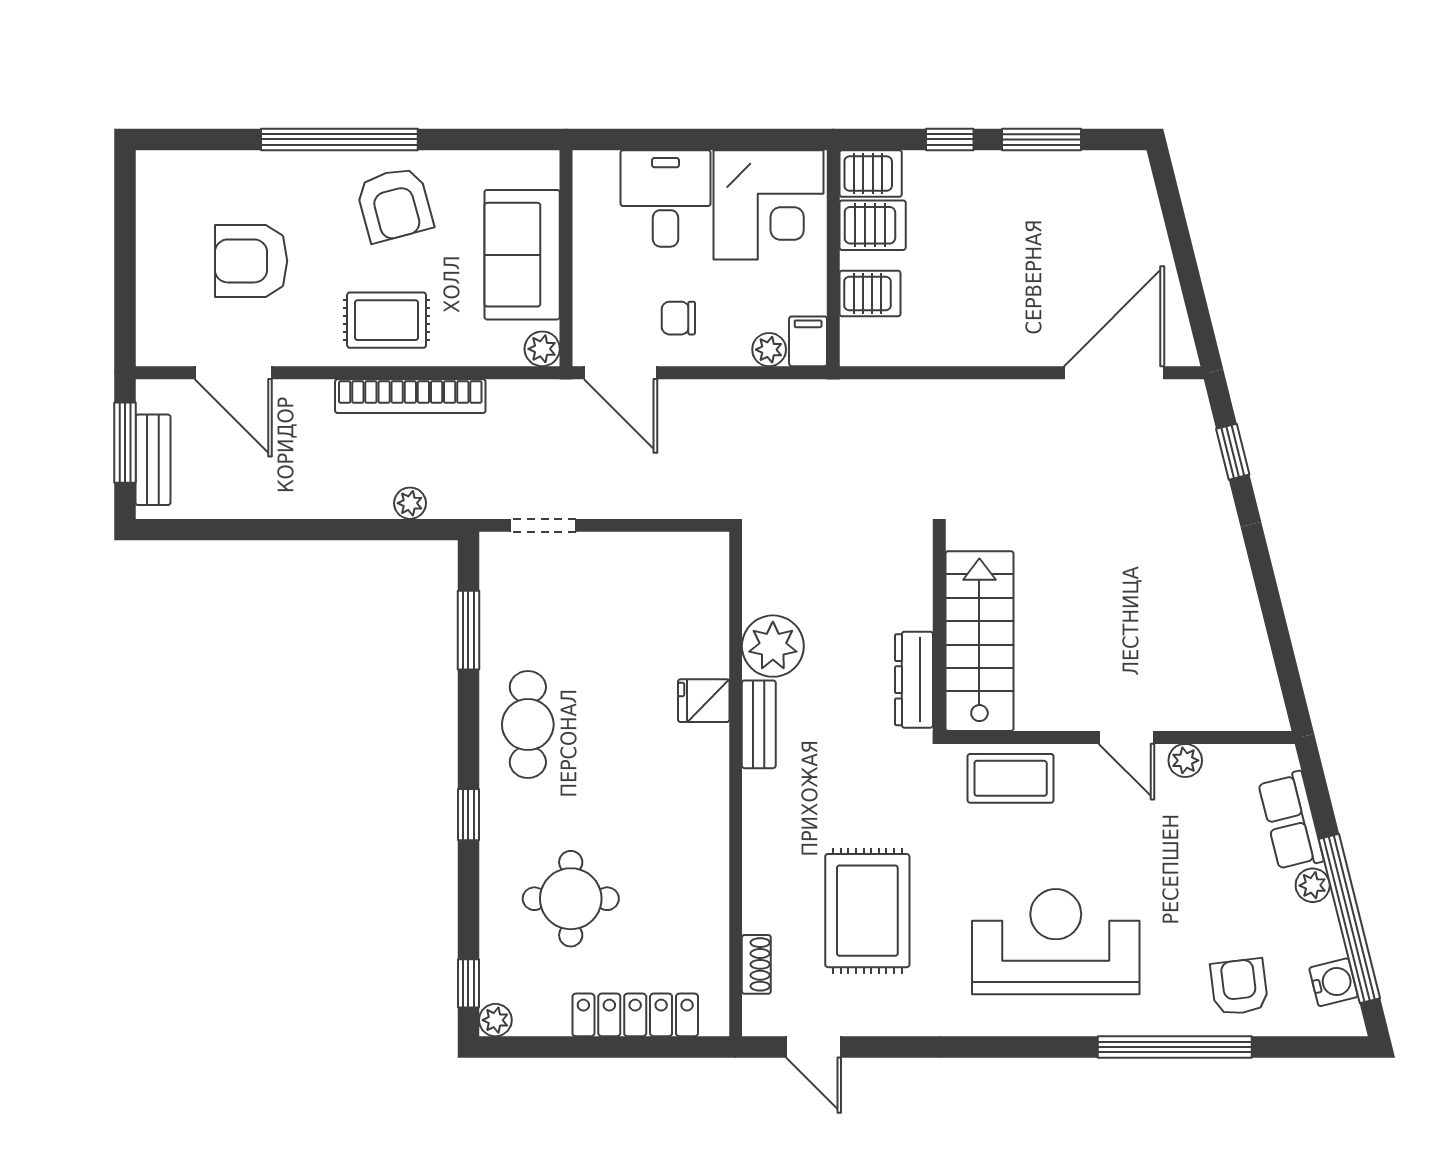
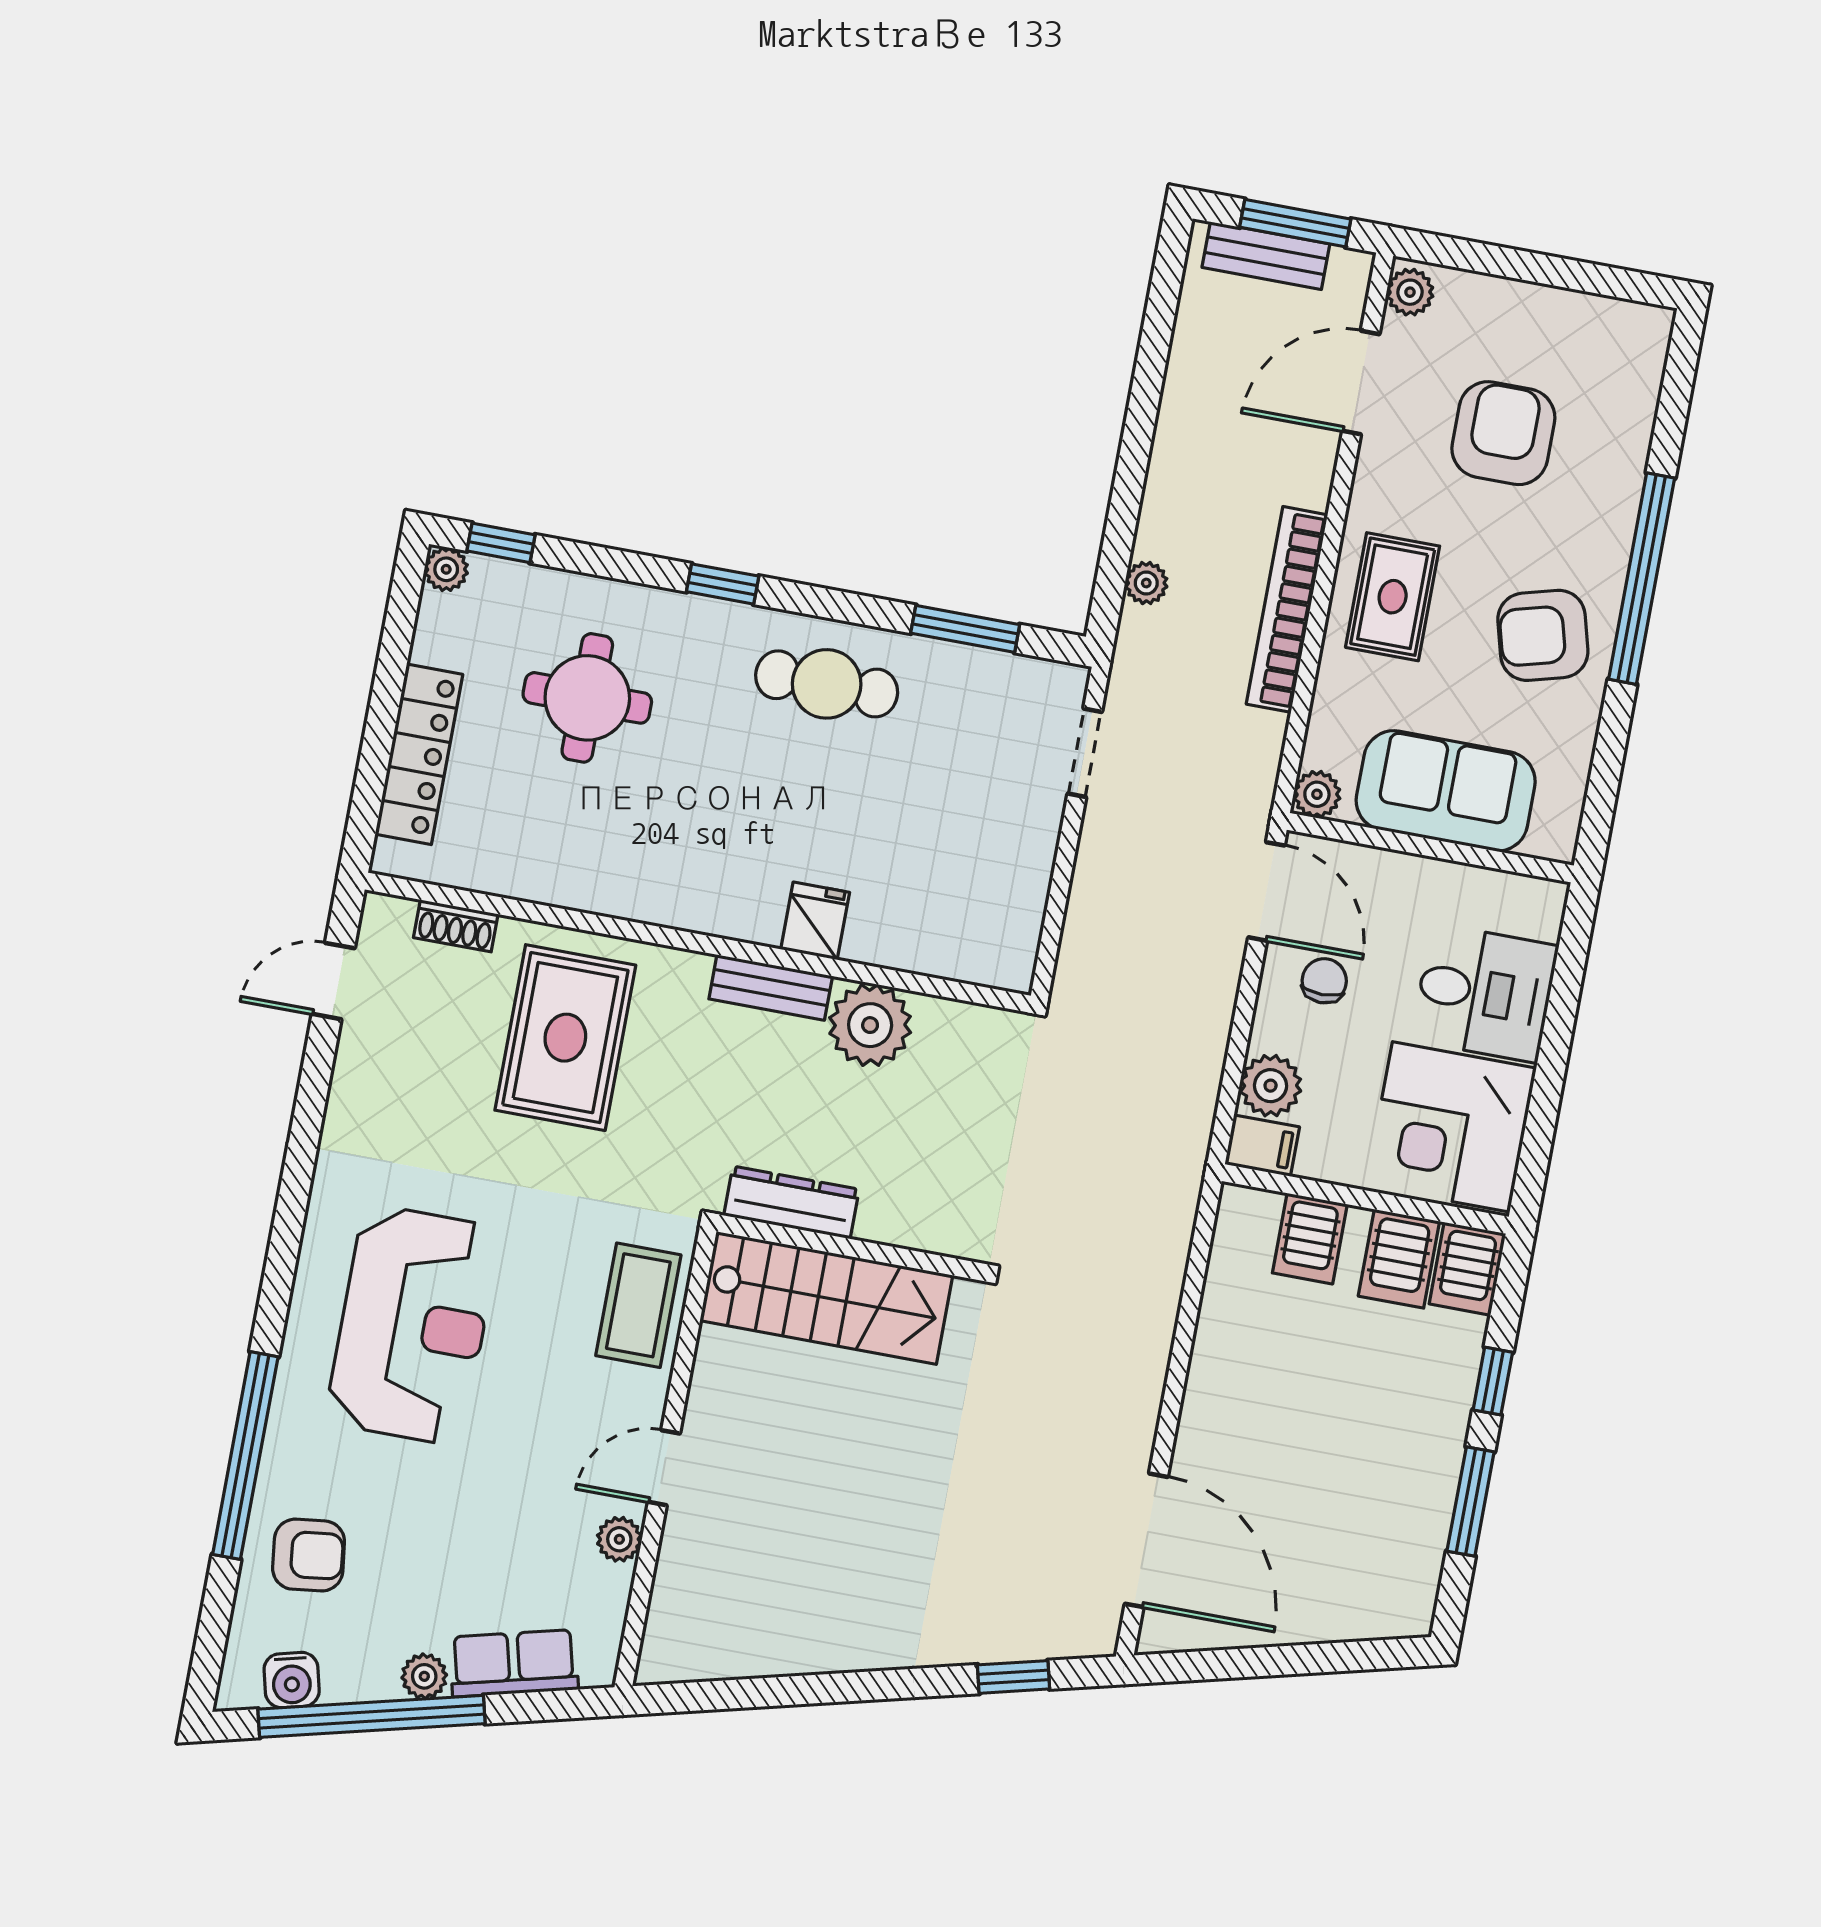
plant: (160, 349) -> (1410, 292), added
plant: (769, 350) -> (1271, 1086), width x1.38, depth x1.38
door: (621, 373) -> (1267, 891), swing flipped
rug: (867, 911) -> (565, 1038), moved, turned 90

